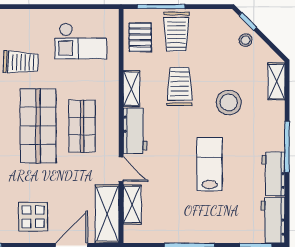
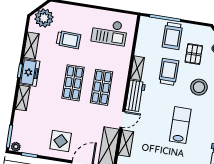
pallet: (140, 37) -> (194, 54), moved
shop shelf: (38, 126) -> (73, 83), width x0.70, depth x0.74
door: (121, 169) -> (122, 119), hinge flipped

